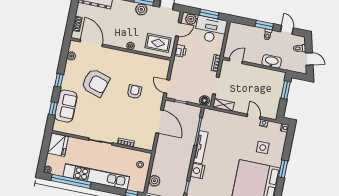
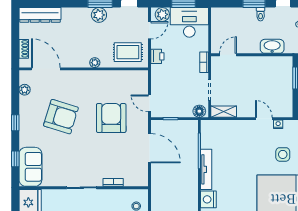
armchair: (135, 92) -> (111, 118), width x1.88, depth x1.88
sofa: (66, 106) -> (30, 167), moved

